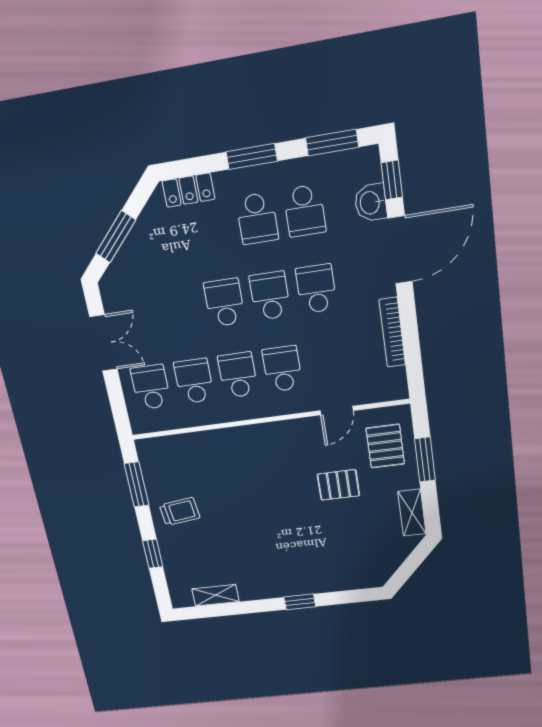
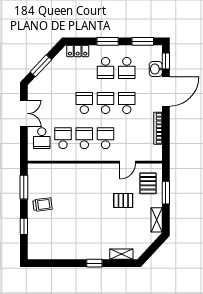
school desk: (151, 387) -> (42, 138), turned 180
shelving: (216, 595) -> (121, 254), moved

